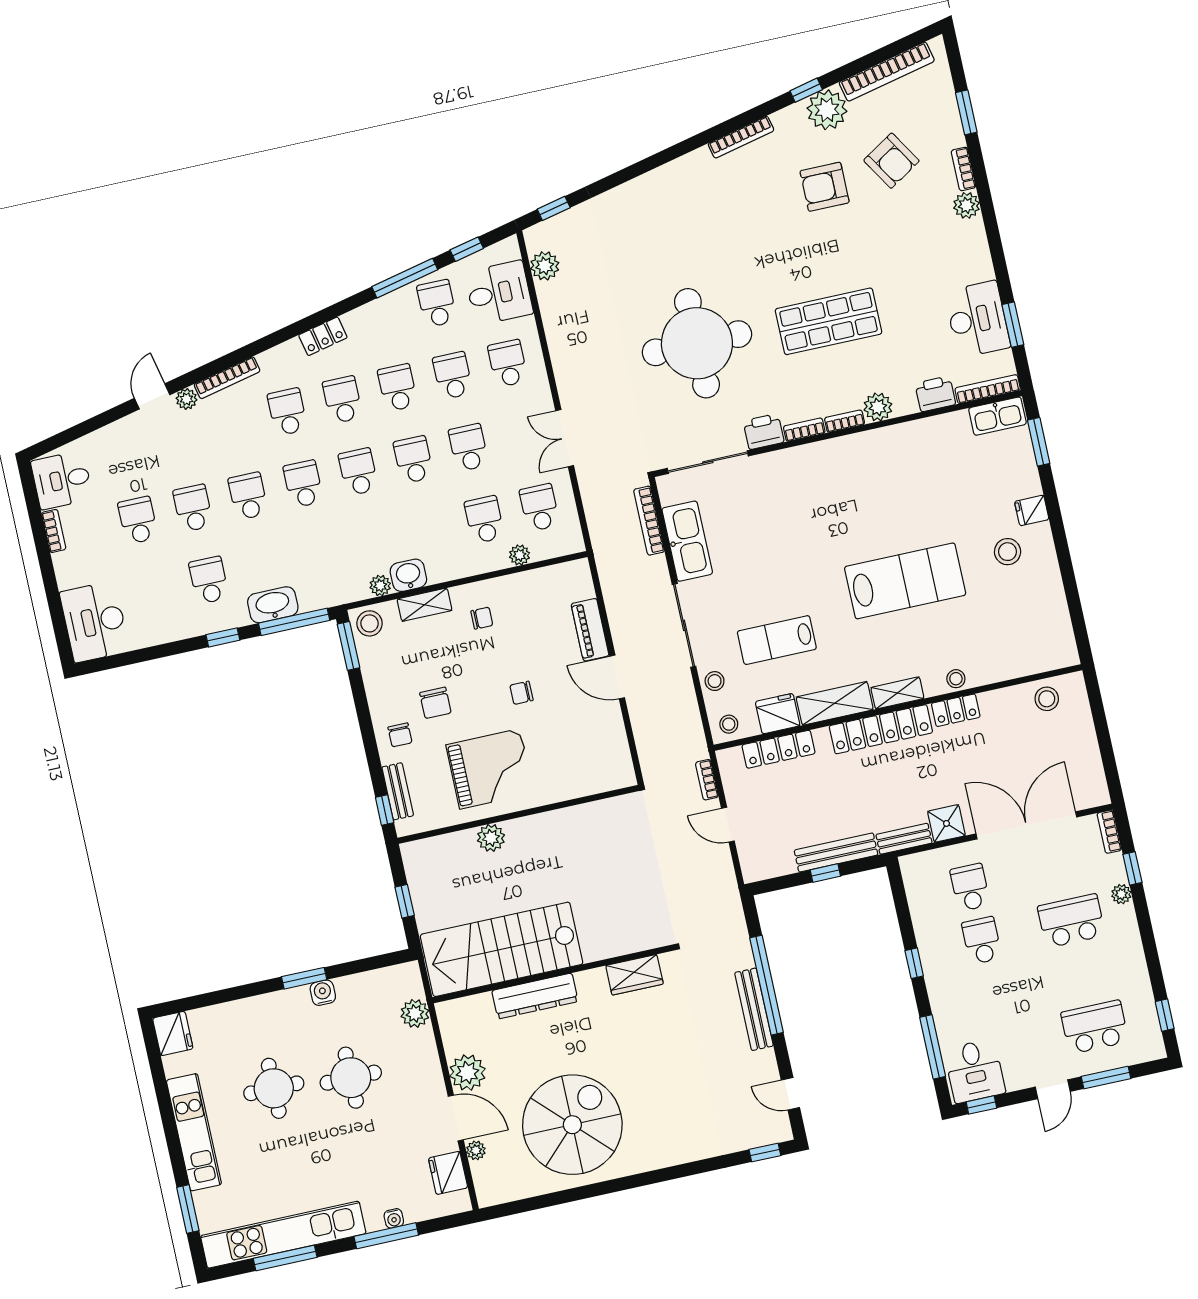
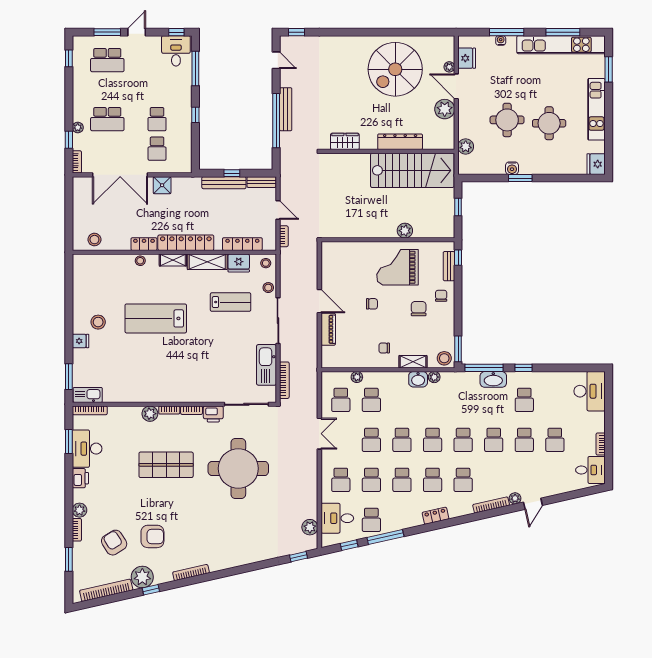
printer: (935, 394) -> (80, 478), moved, turned -90
bench: (904, 839) -> (261, 182), moved

